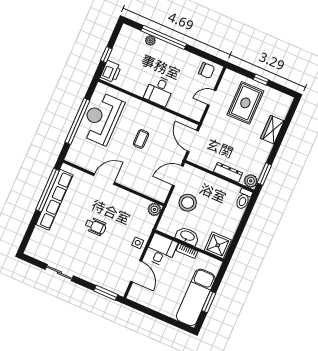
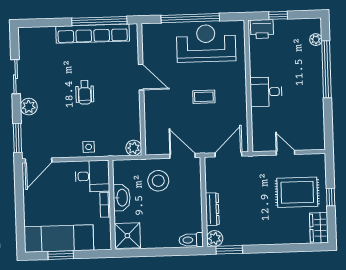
plant: (150, 40) -> (316, 40), moved
chair: (207, 70) -> (313, 133), removed
wardrobe: (272, 130) -> (319, 228), moved, turned -90
door: (136, 271) -> (39, 160), moved
plant: (86, 273) -> (29, 107), added

